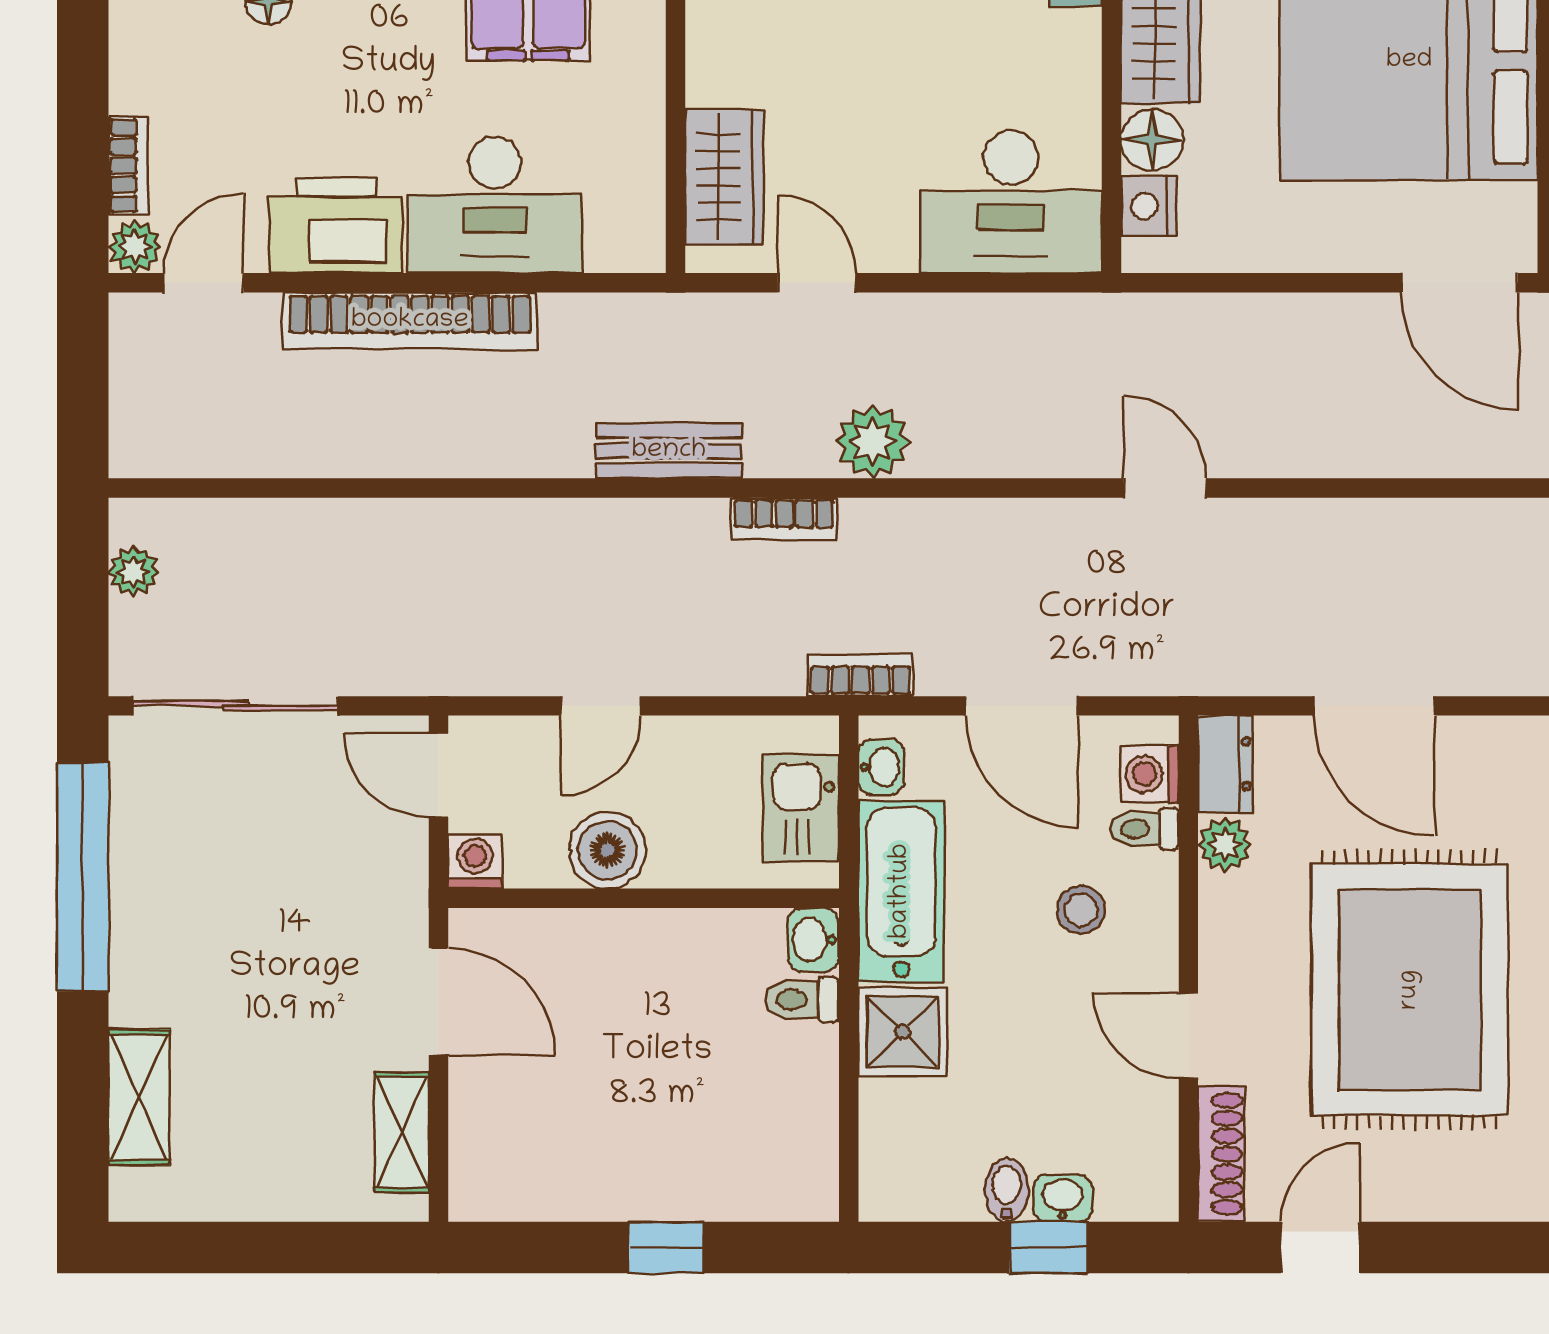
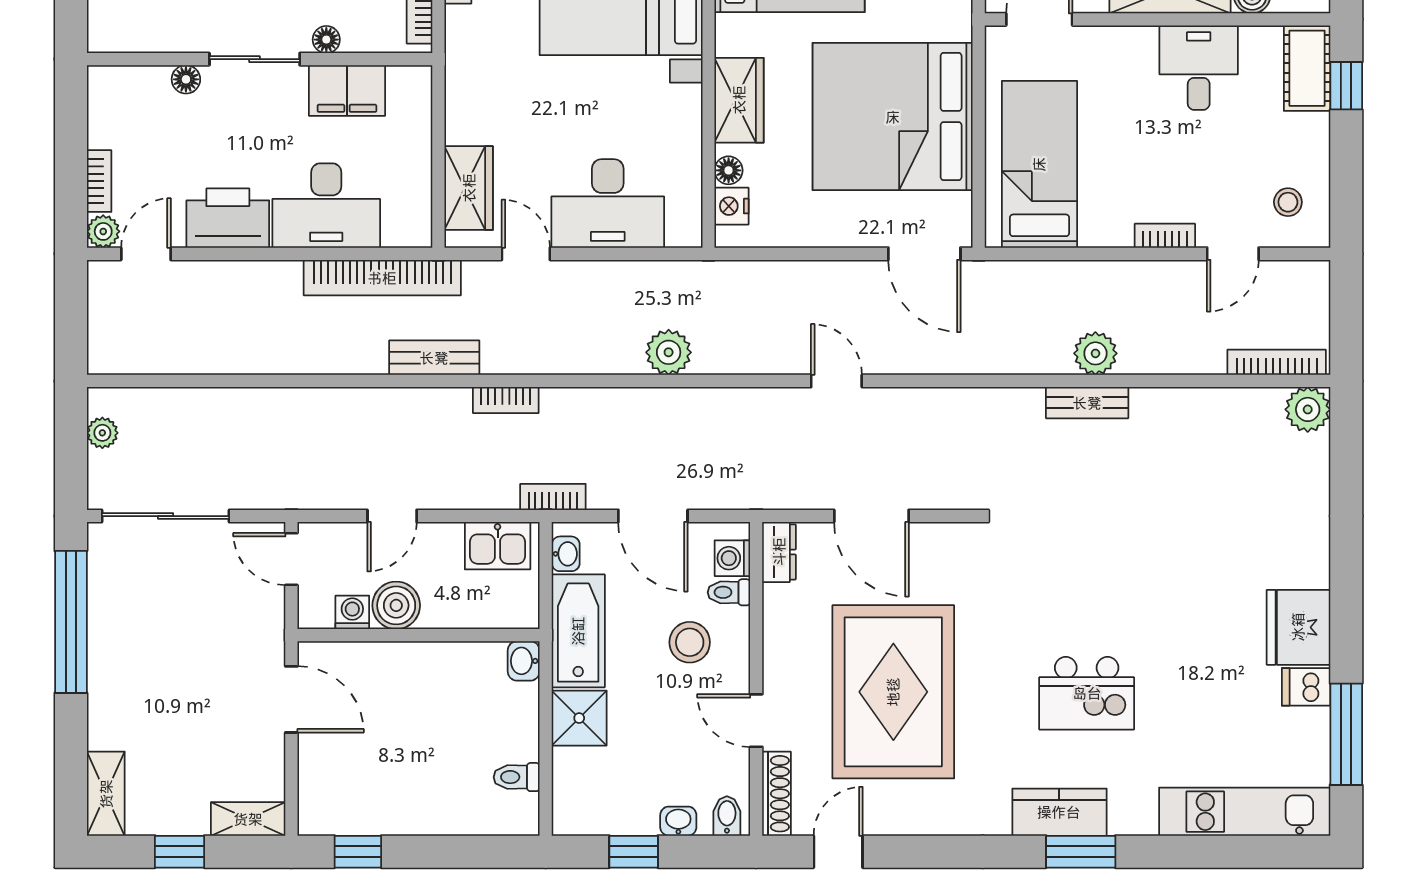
floor lamp: (1152, 140) -> (729, 170), width x0.73, depth x0.73
desk: (1011, 202) -> (608, 204), moved
bookcase: (410, 321) -> (382, 278), moved
plant: (872, 442) -> (669, 352), moved
door: (1165, 488) -> (836, 381), moved
kitchen sink: (801, 808) -> (498, 546), moved, turned -90
plant: (1225, 844) -> (779, 602), removed
washing machine: (475, 861) -> (352, 612), moved
stool: (1081, 910) -> (690, 642), width x1.37, depth x1.37
toilet: (802, 1000) -> (517, 777), moved
shelving: (139, 1097) -> (106, 794), moved
shelving: (402, 1132) -> (248, 819), moved, turned 90
bidet: (1007, 1190) -> (727, 816), moved
window: (258, 1247) -> (180, 852), added
window: (666, 1247) -> (358, 852), moved
window: (1048, 1247) -> (634, 852), moved

